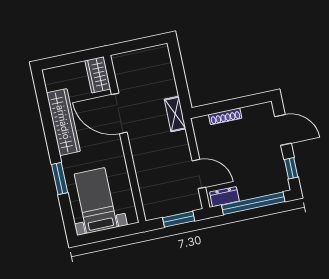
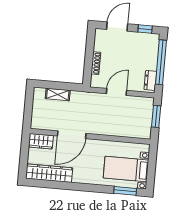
shelving: (175, 114) -> (58, 94), moved
wardrobe: (63, 122) -> (49, 173), moved
door: (199, 174) -> (117, 92), moved
window: (60, 178) -> (125, 191), moved

